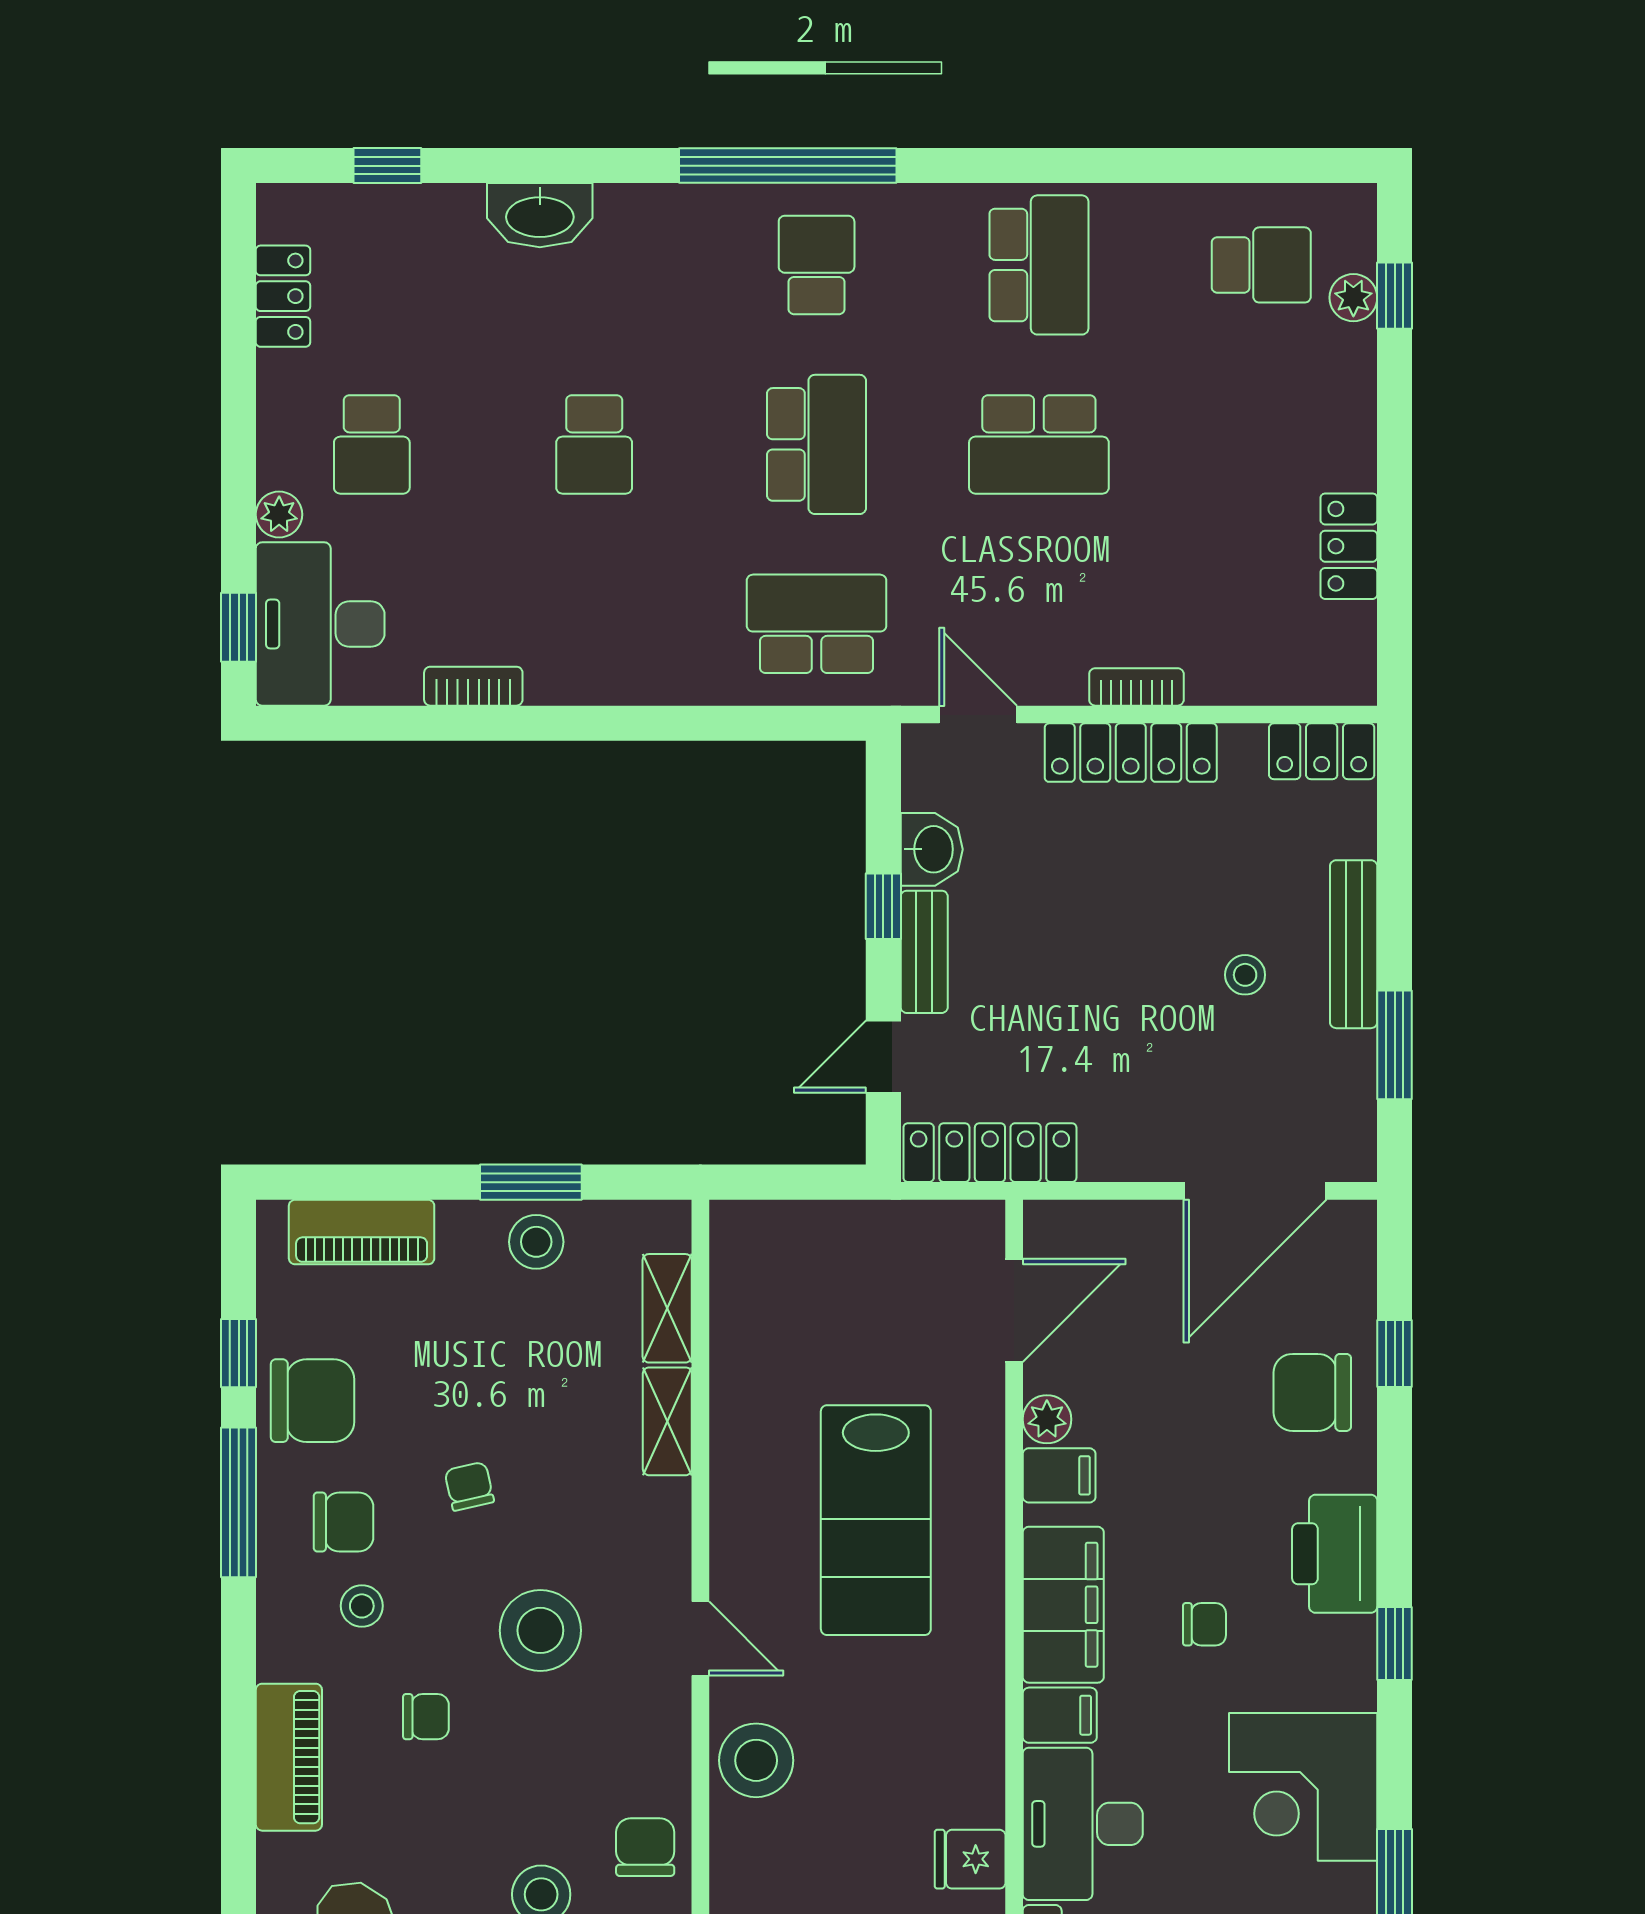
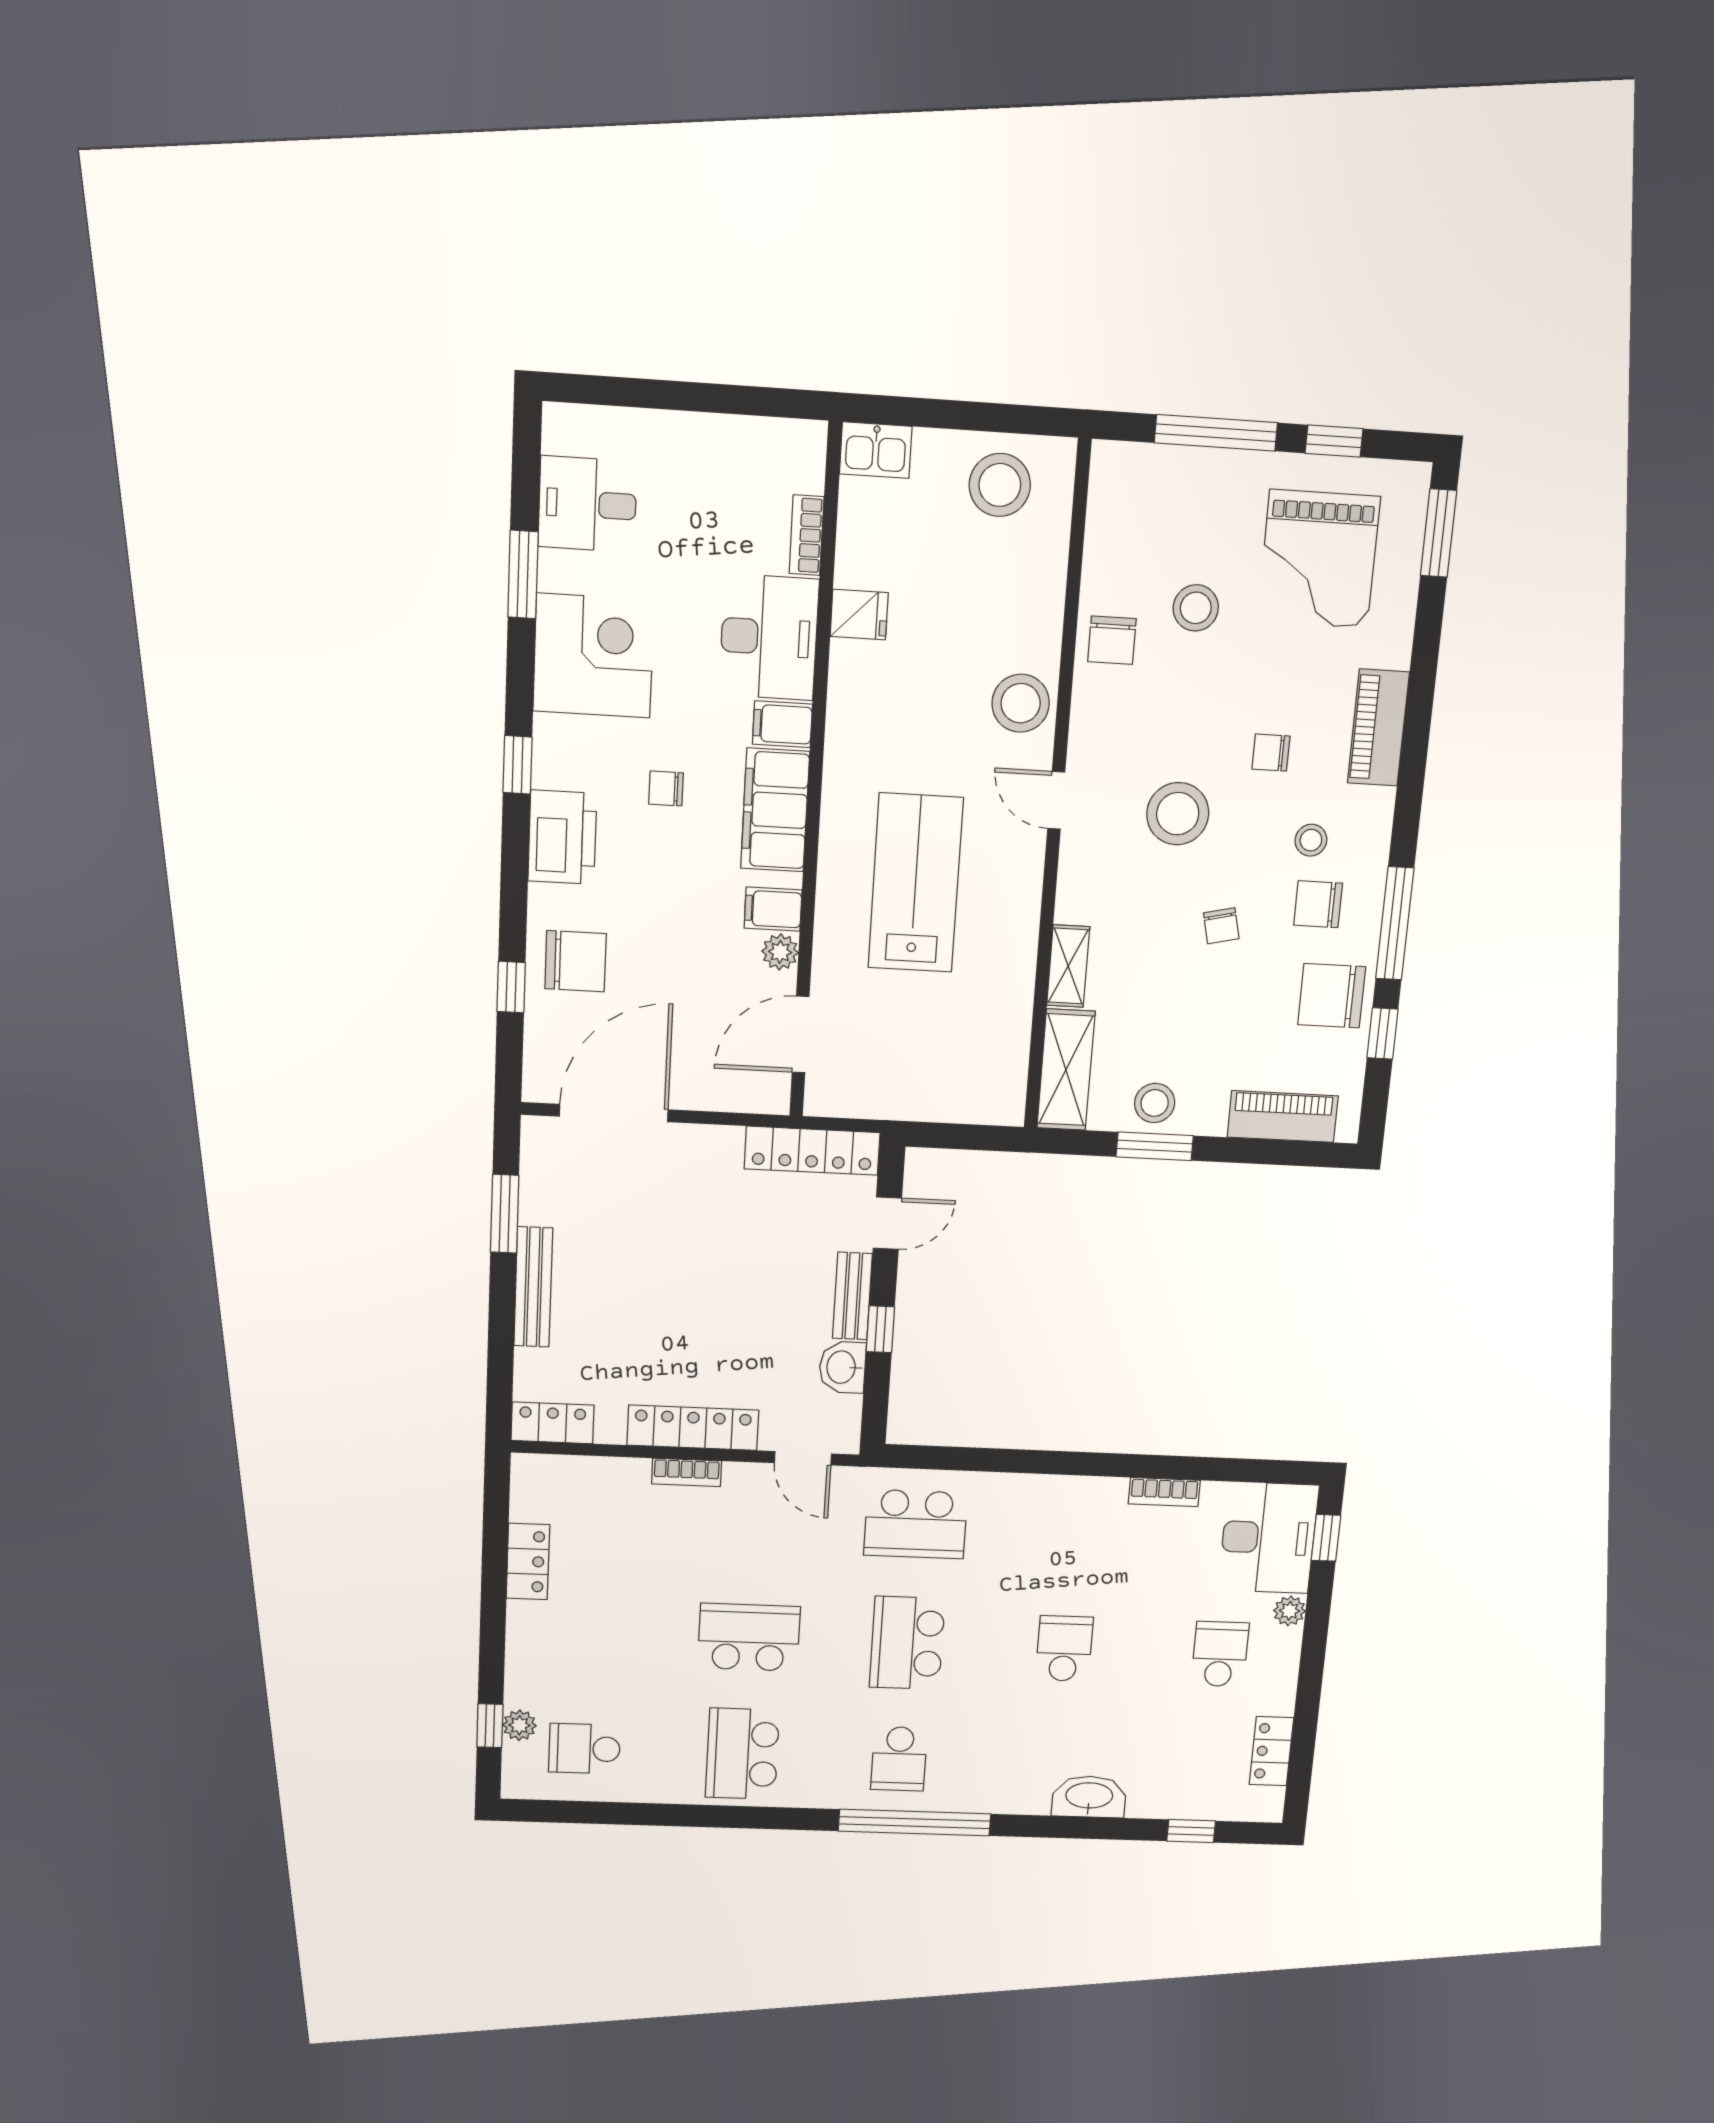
stool: (1245, 975) -> (615, 1269), removed
shelving: (667, 1308) -> (1066, 1070), width x1.50, depth x1.33

